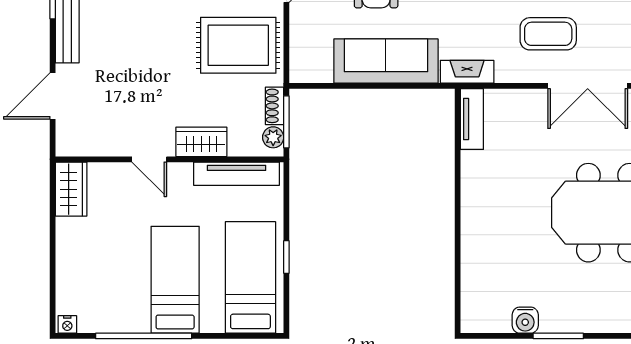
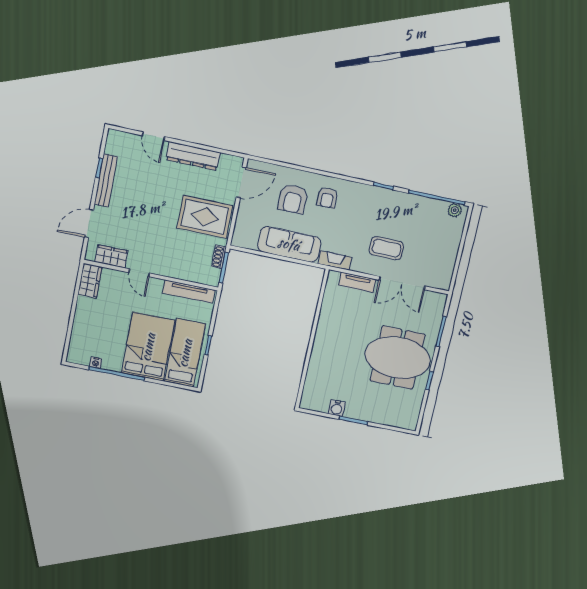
tv unit: (472, 119) -> (357, 282), moved, turned 90
plant: (273, 137) -> (214, 275), removed
wardrobe: (201, 142) -> (111, 256), moved
bed: (175, 280) -> (148, 347), width x1.50
nightstand: (67, 324) -> (96, 363), moved

